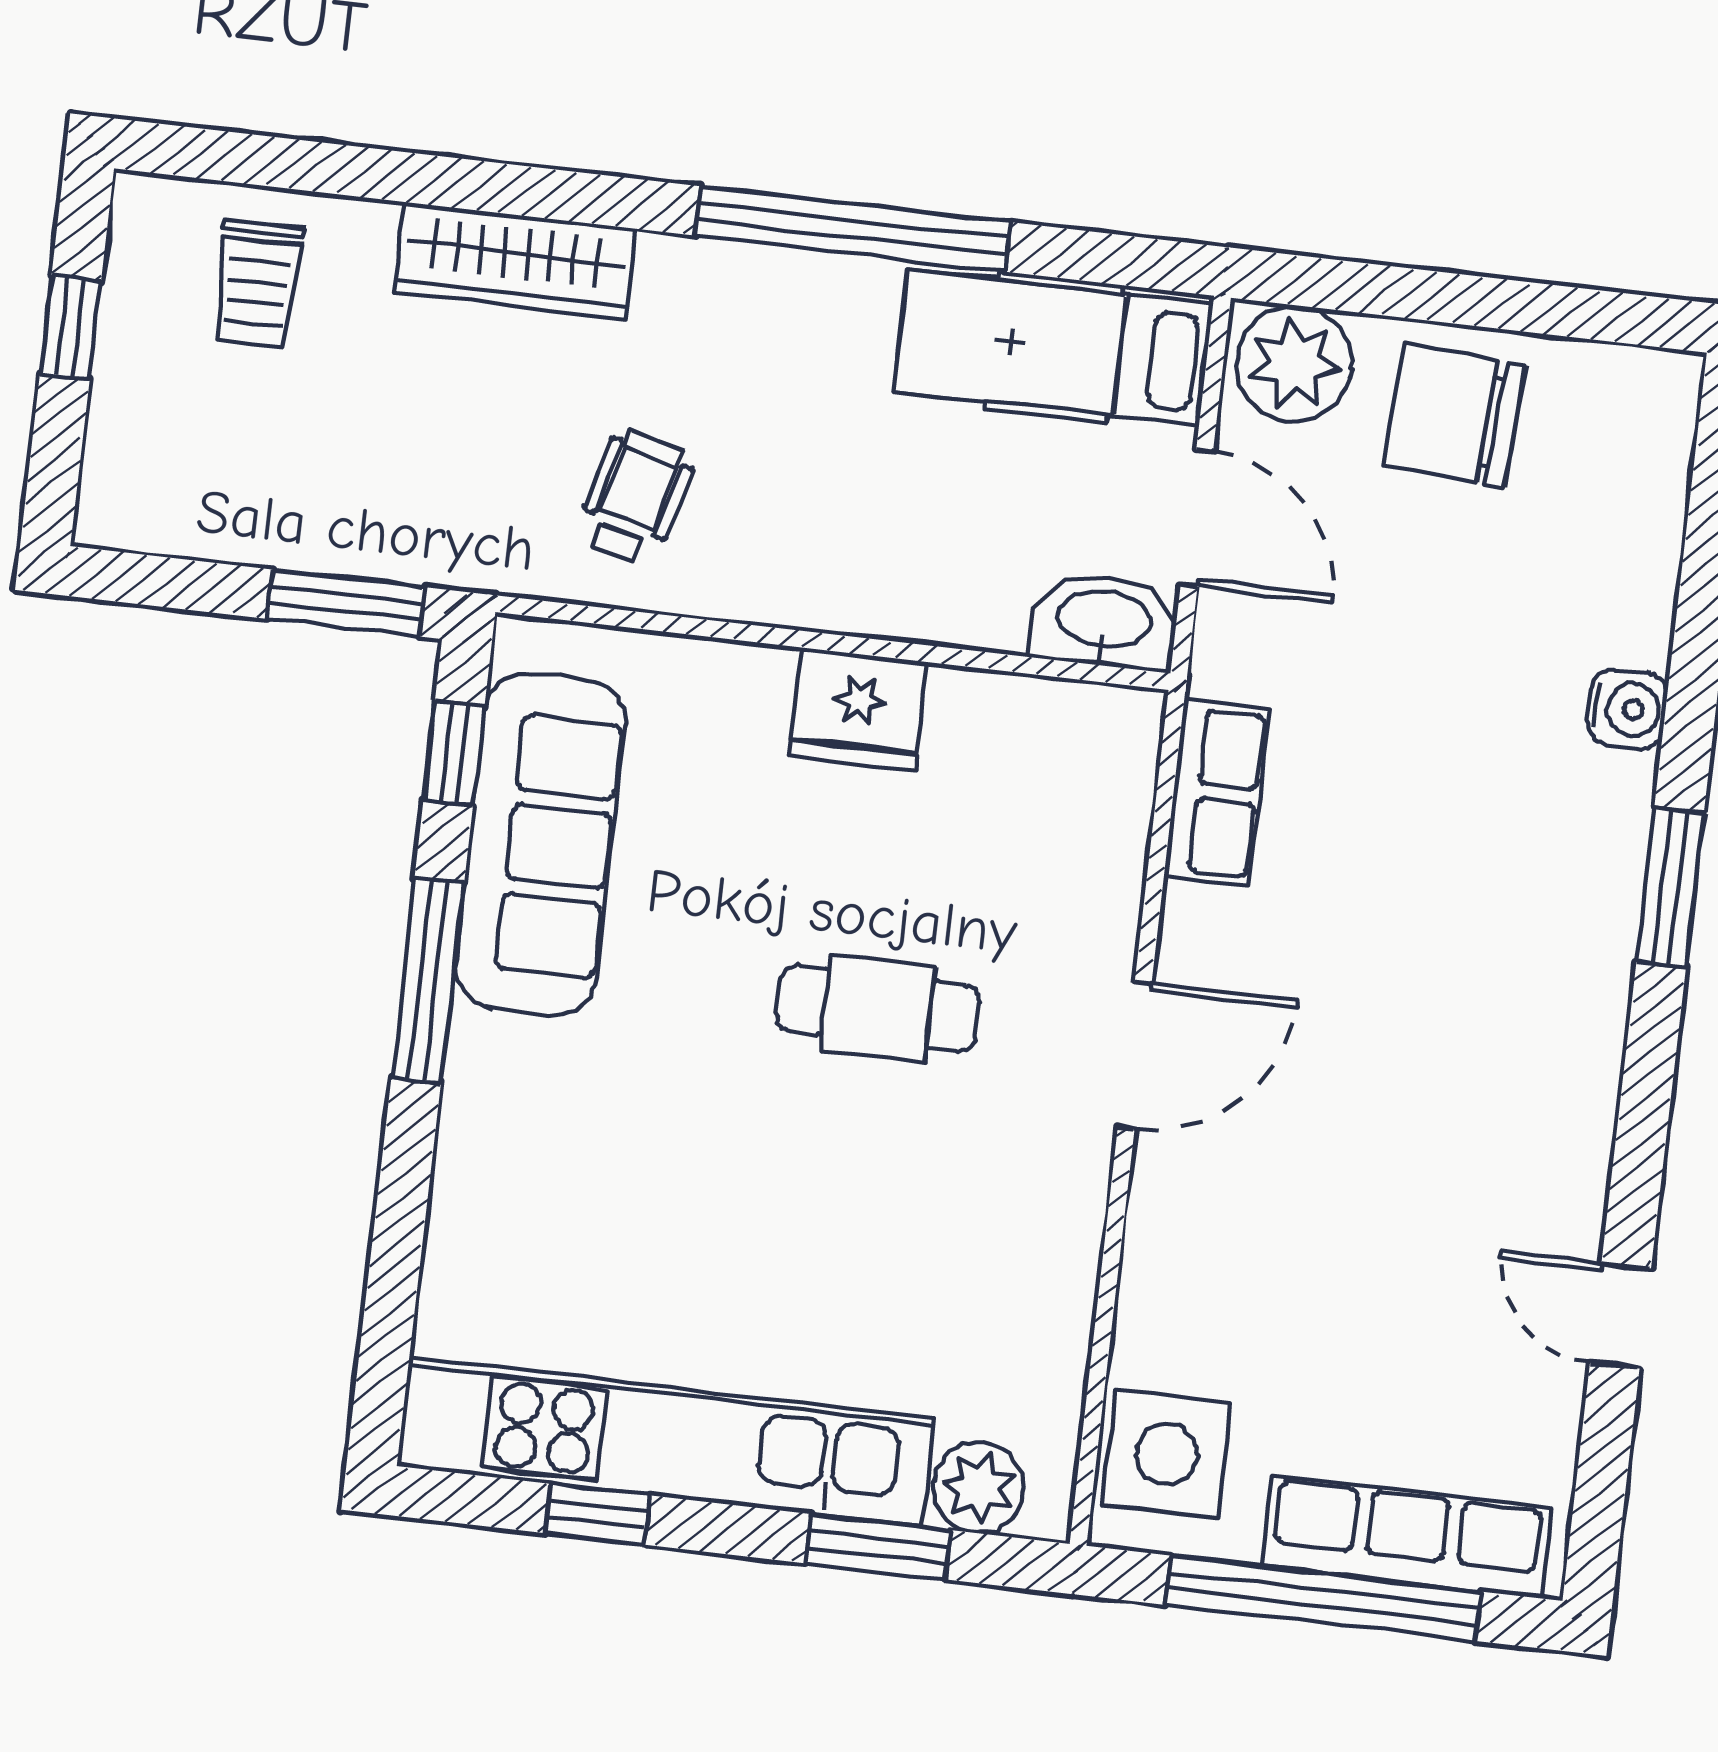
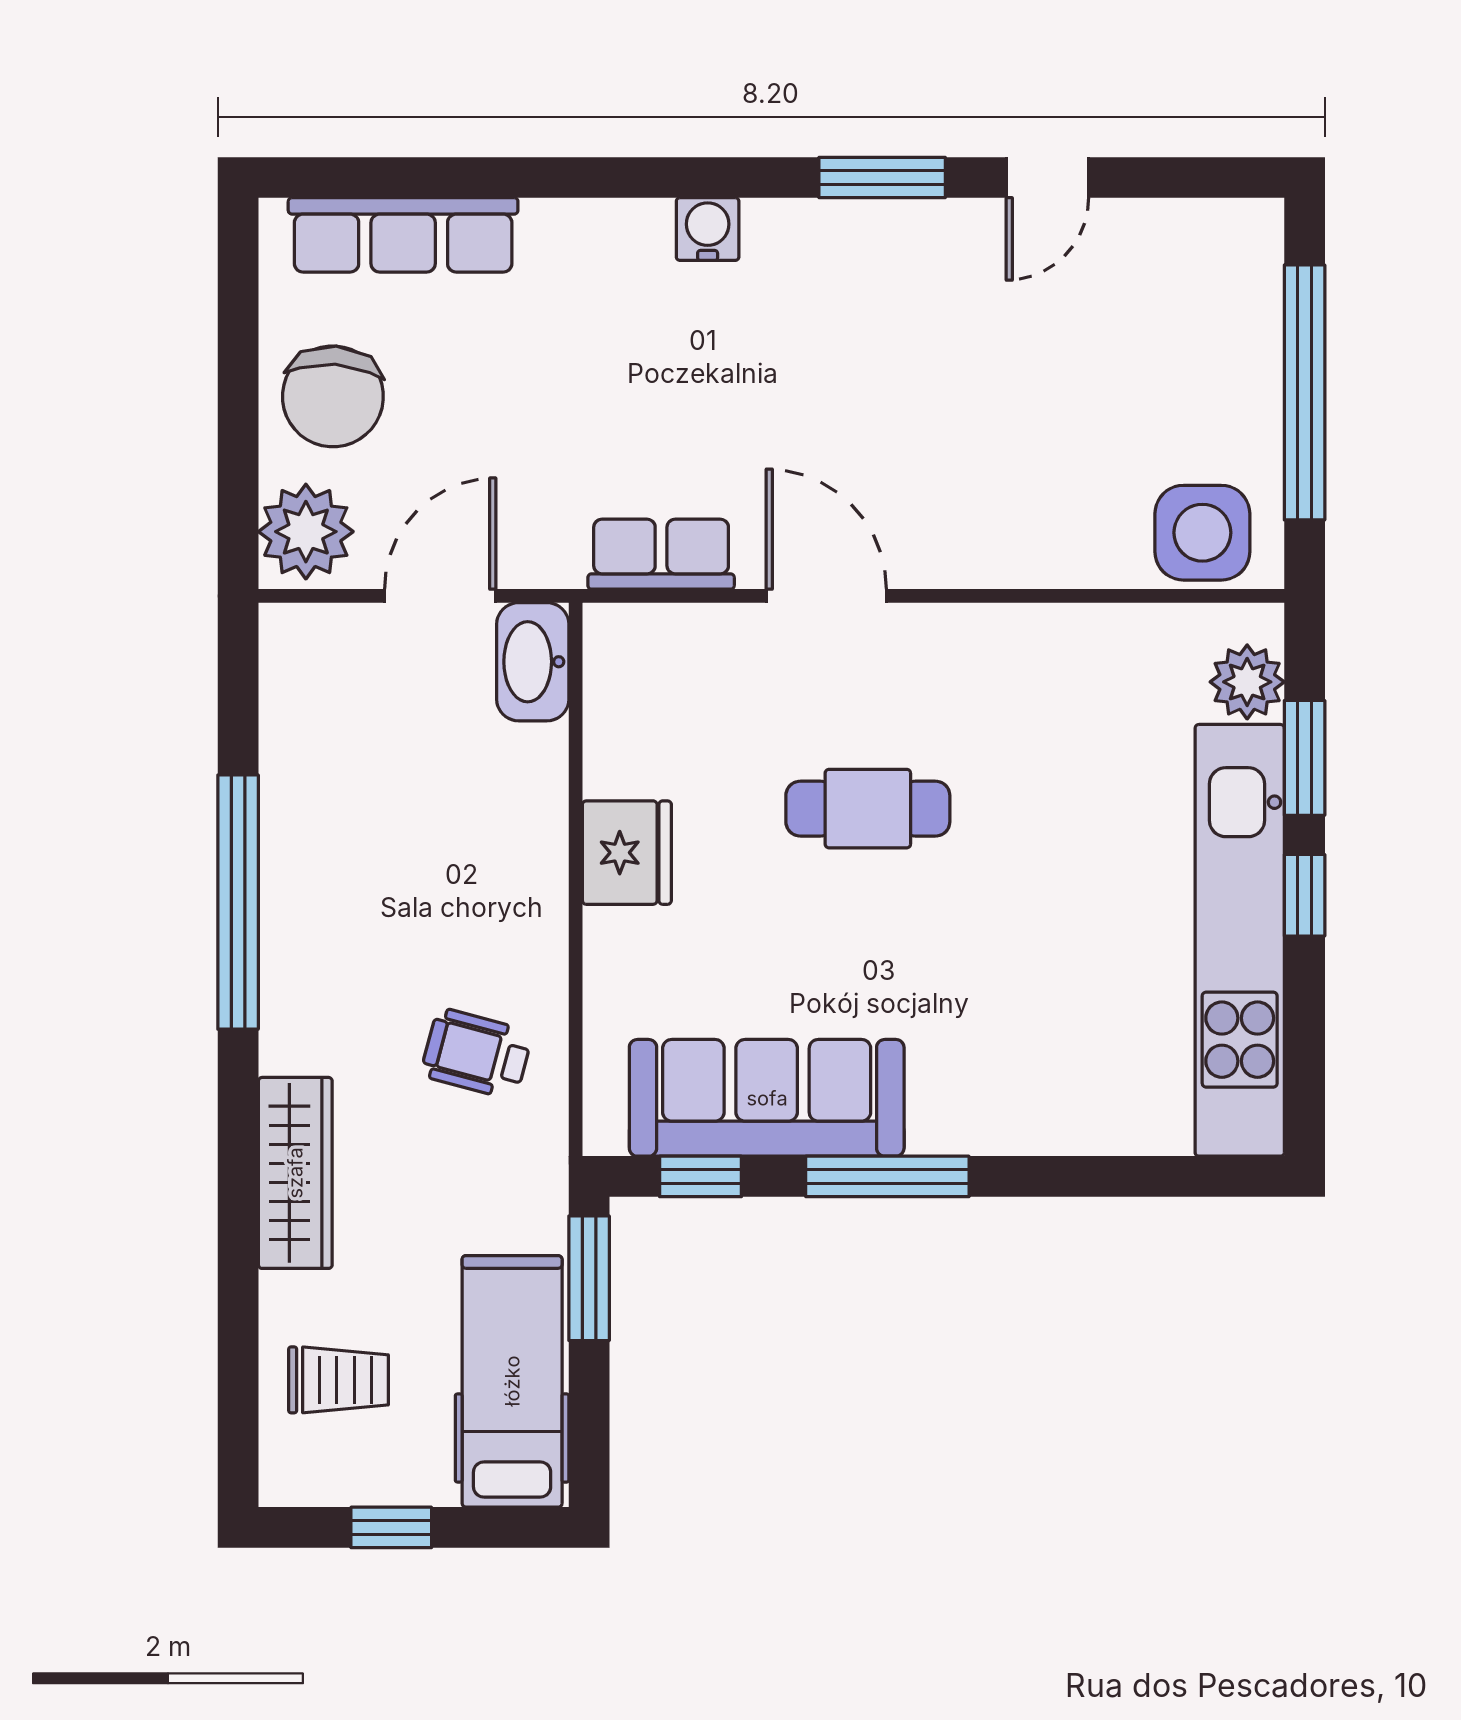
hospital bed: (1053, 347) -> (512, 1381), moved, turned 180
water cooler: (1627, 709) -> (708, 229), moved
window: (1670, 887) -> (882, 177), moved
cafe table: (878, 1008) -> (868, 809), turned 90
door: (1135, 1056) -> (826, 596), moved
window: (597, 1514) -> (1305, 895), moved
row of seats: (1407, 1537) -> (403, 235), moved, turned -90

